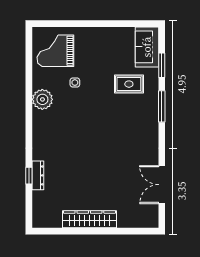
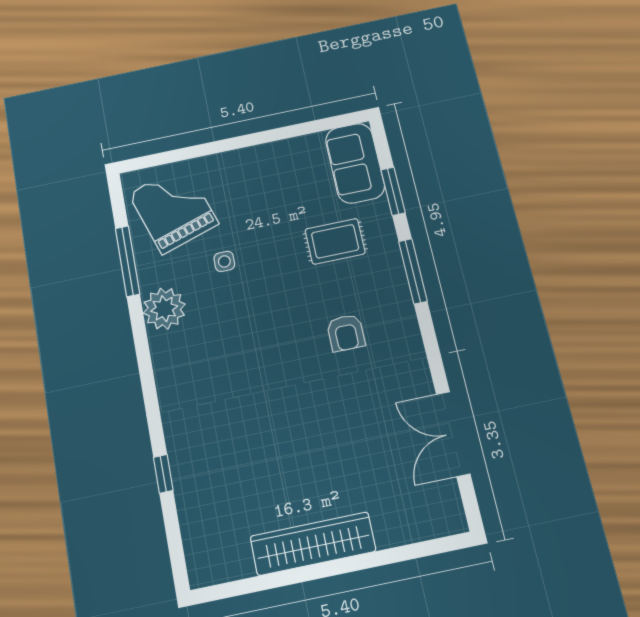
grand piano: (55, 51) -> (173, 209), turned 72
window: (29, 72) -> (128, 261), added
armchair: (124, 129) -> (346, 333), added
dresser: (38, 175) -> (182, 469), removed

